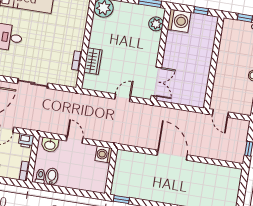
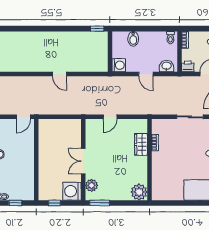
double door: (156, 82) -> (83, 161), moved
door: (220, 113) -> (23, 117), swing flipped
door: (172, 155) -> (59, 74), width x0.53
bidet: (52, 177) -> (133, 39), moved

